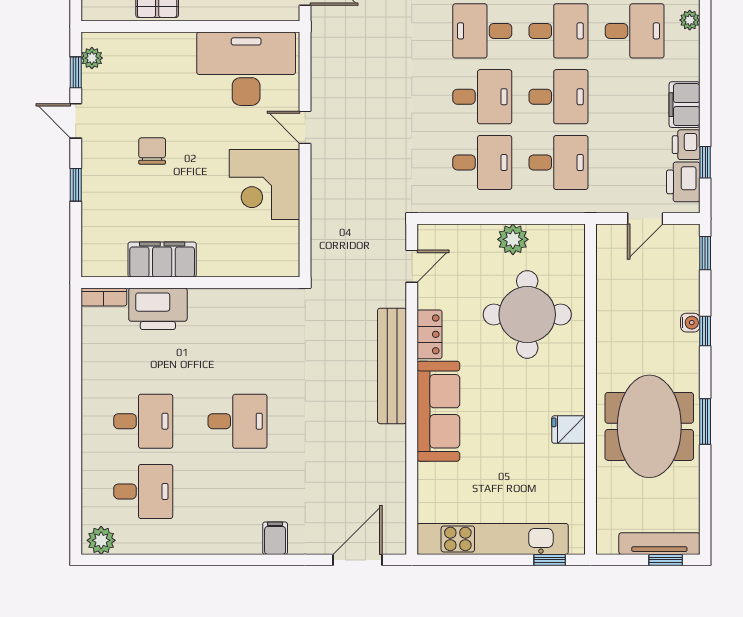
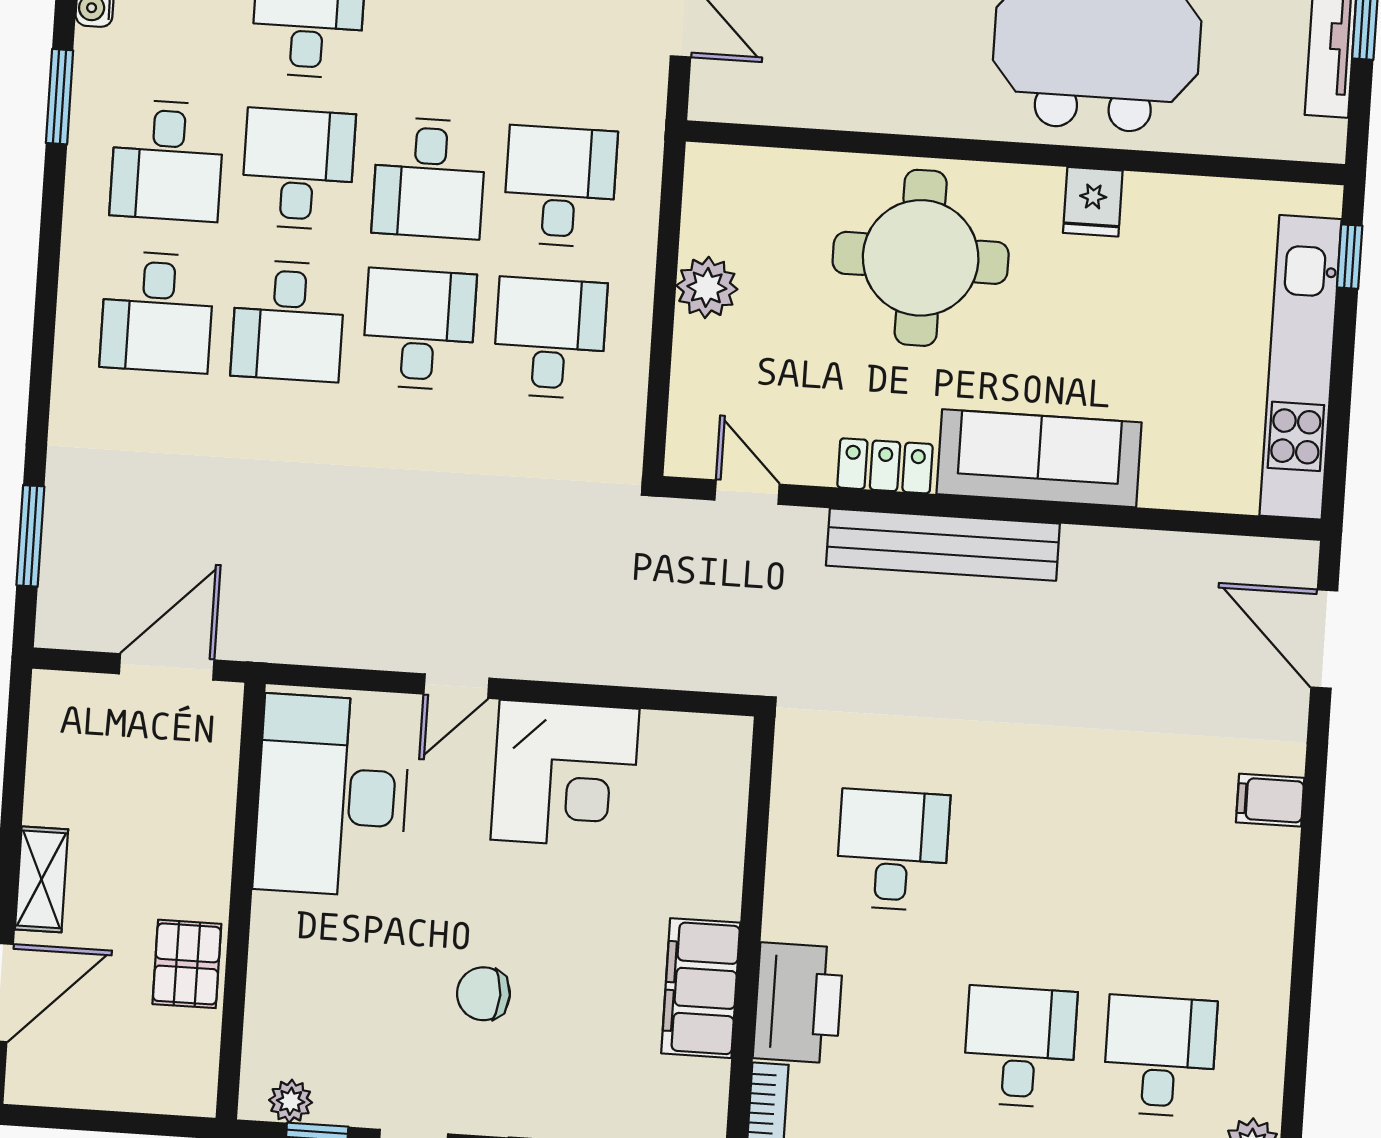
desk: (558, 97) -> (429, 178), turned 180
round table: (527, 315) -> (921, 258), moved
desk: (237, 421) -> (893, 850), moved

